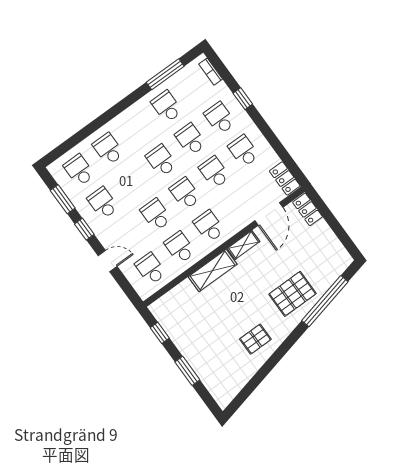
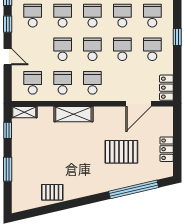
window: (243, 99) -> (177, 37), moved
school desk: (132, 182) -> (63, 16), added
locker: (307, 209) -> (167, 149), moved
shelving: (243, 245) -> (24, 112), moved
pallet: (292, 294) -> (121, 152), moved
pallet: (255, 339) -> (52, 192), moved

